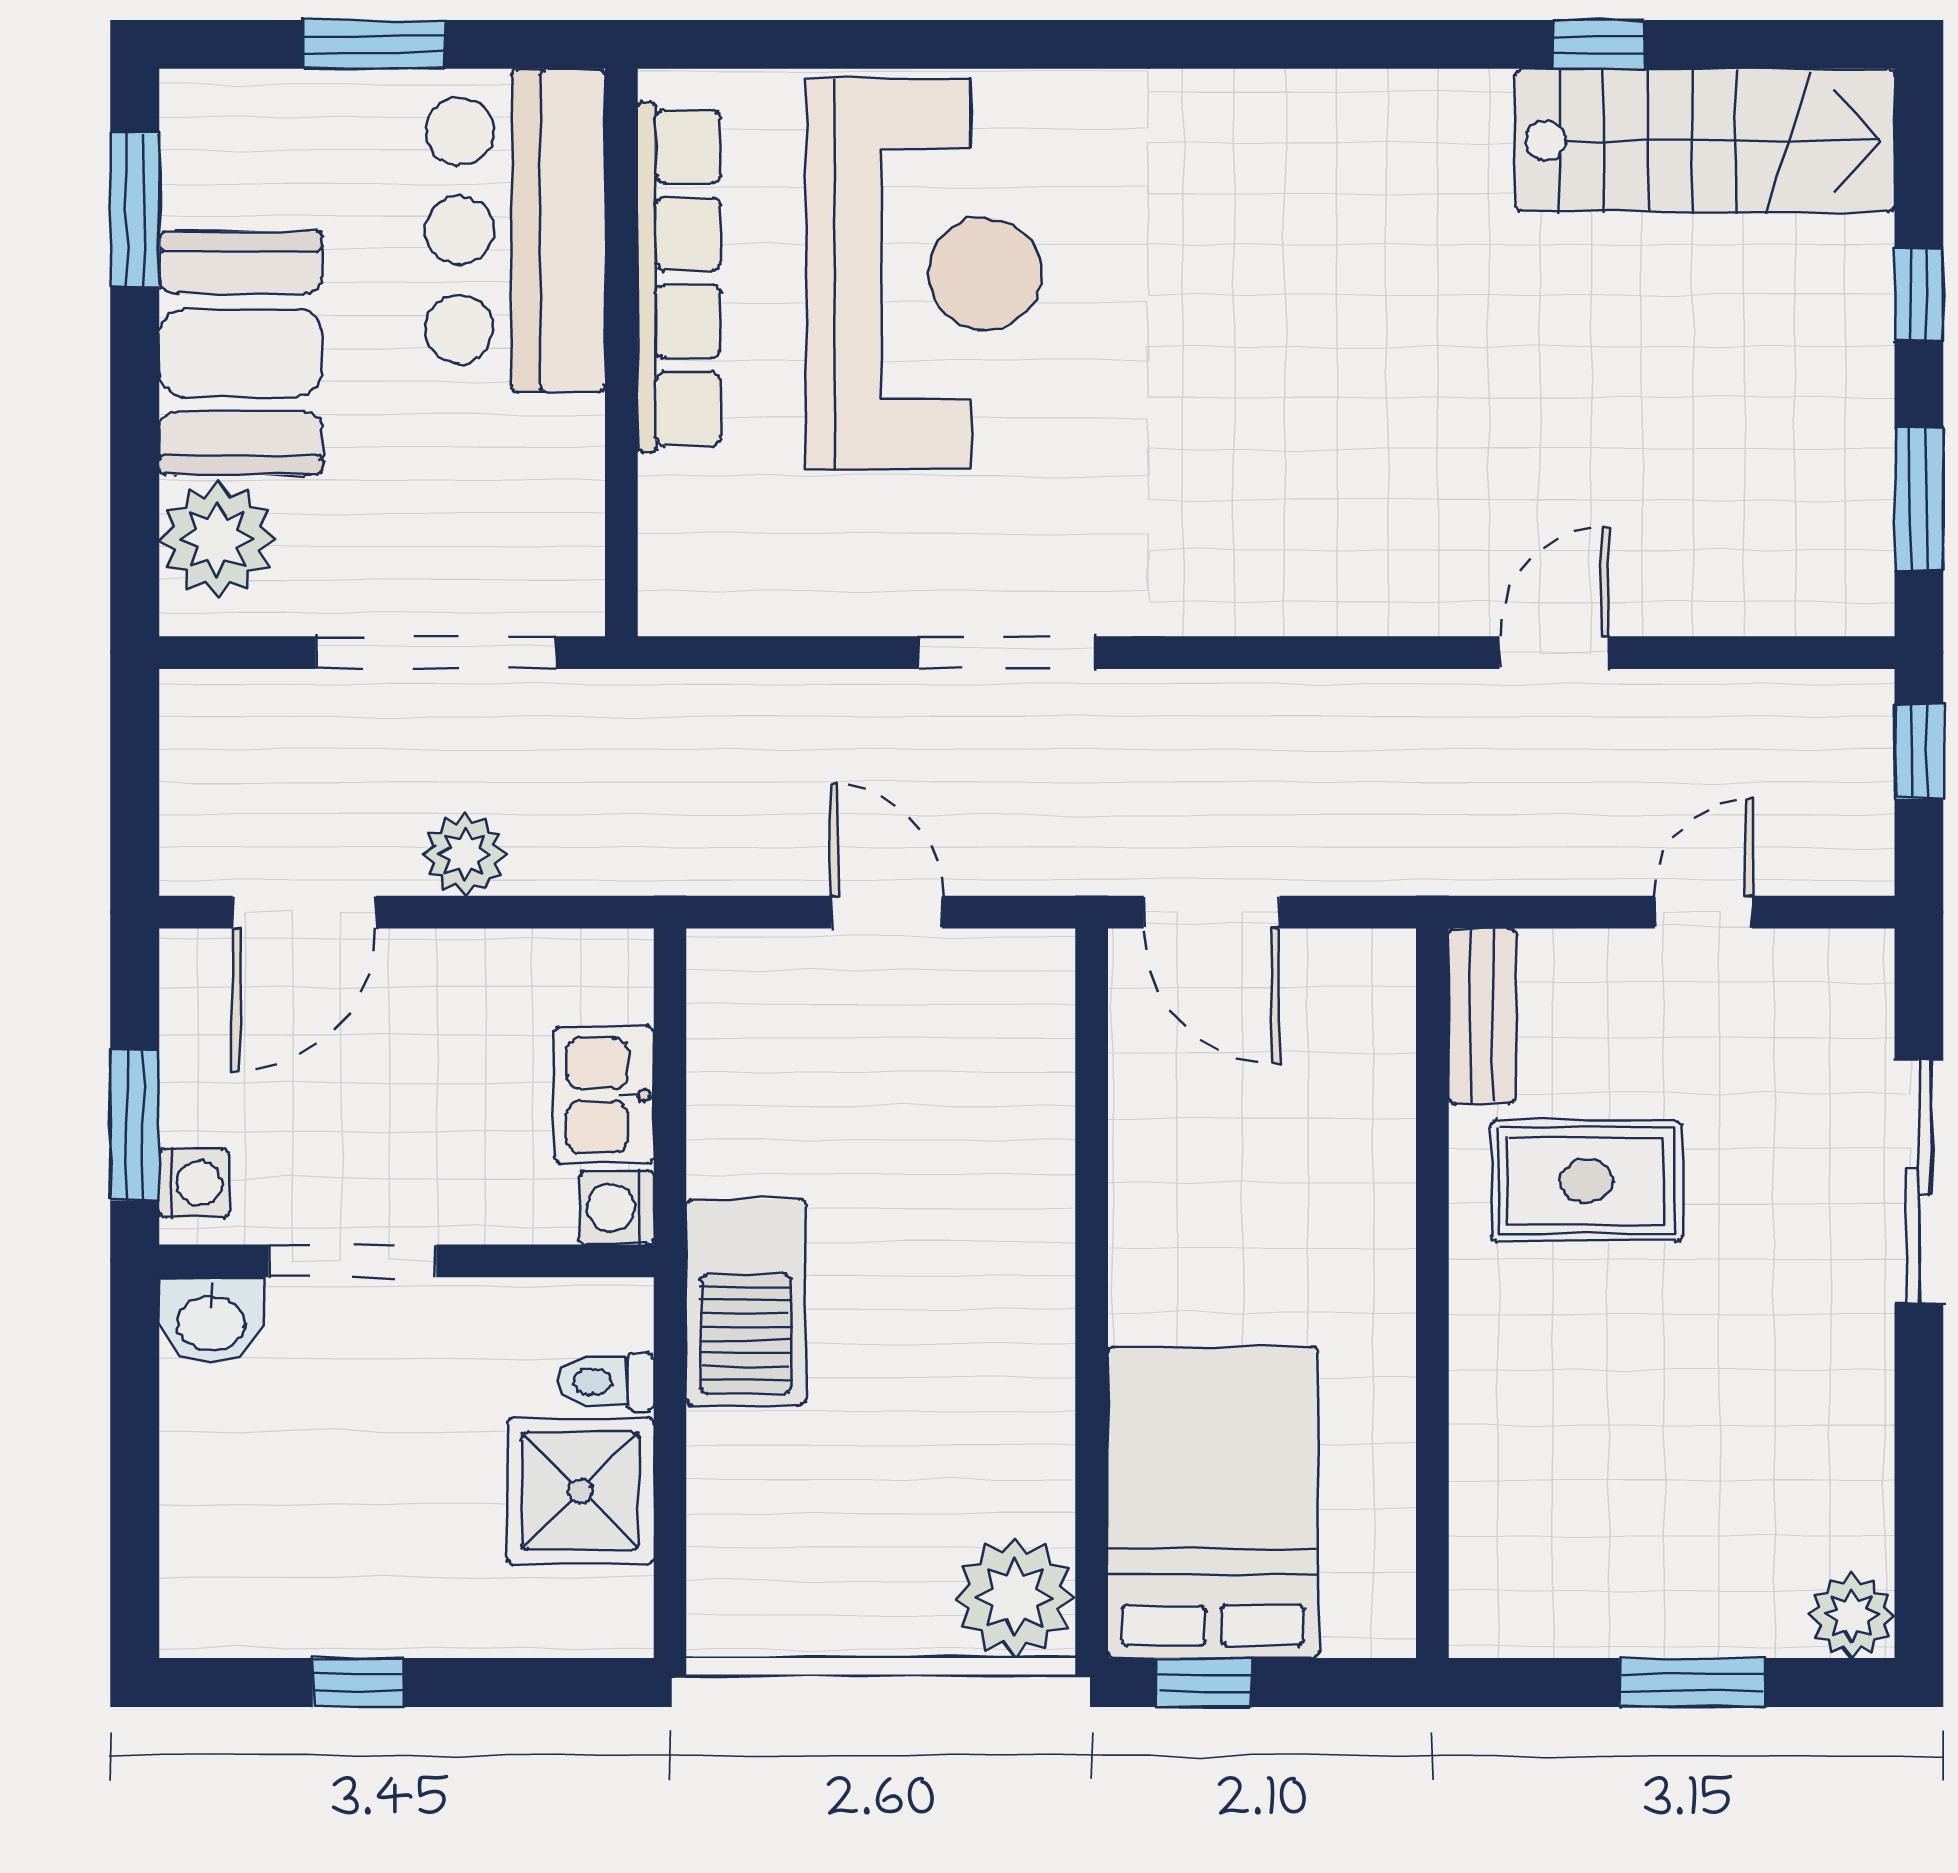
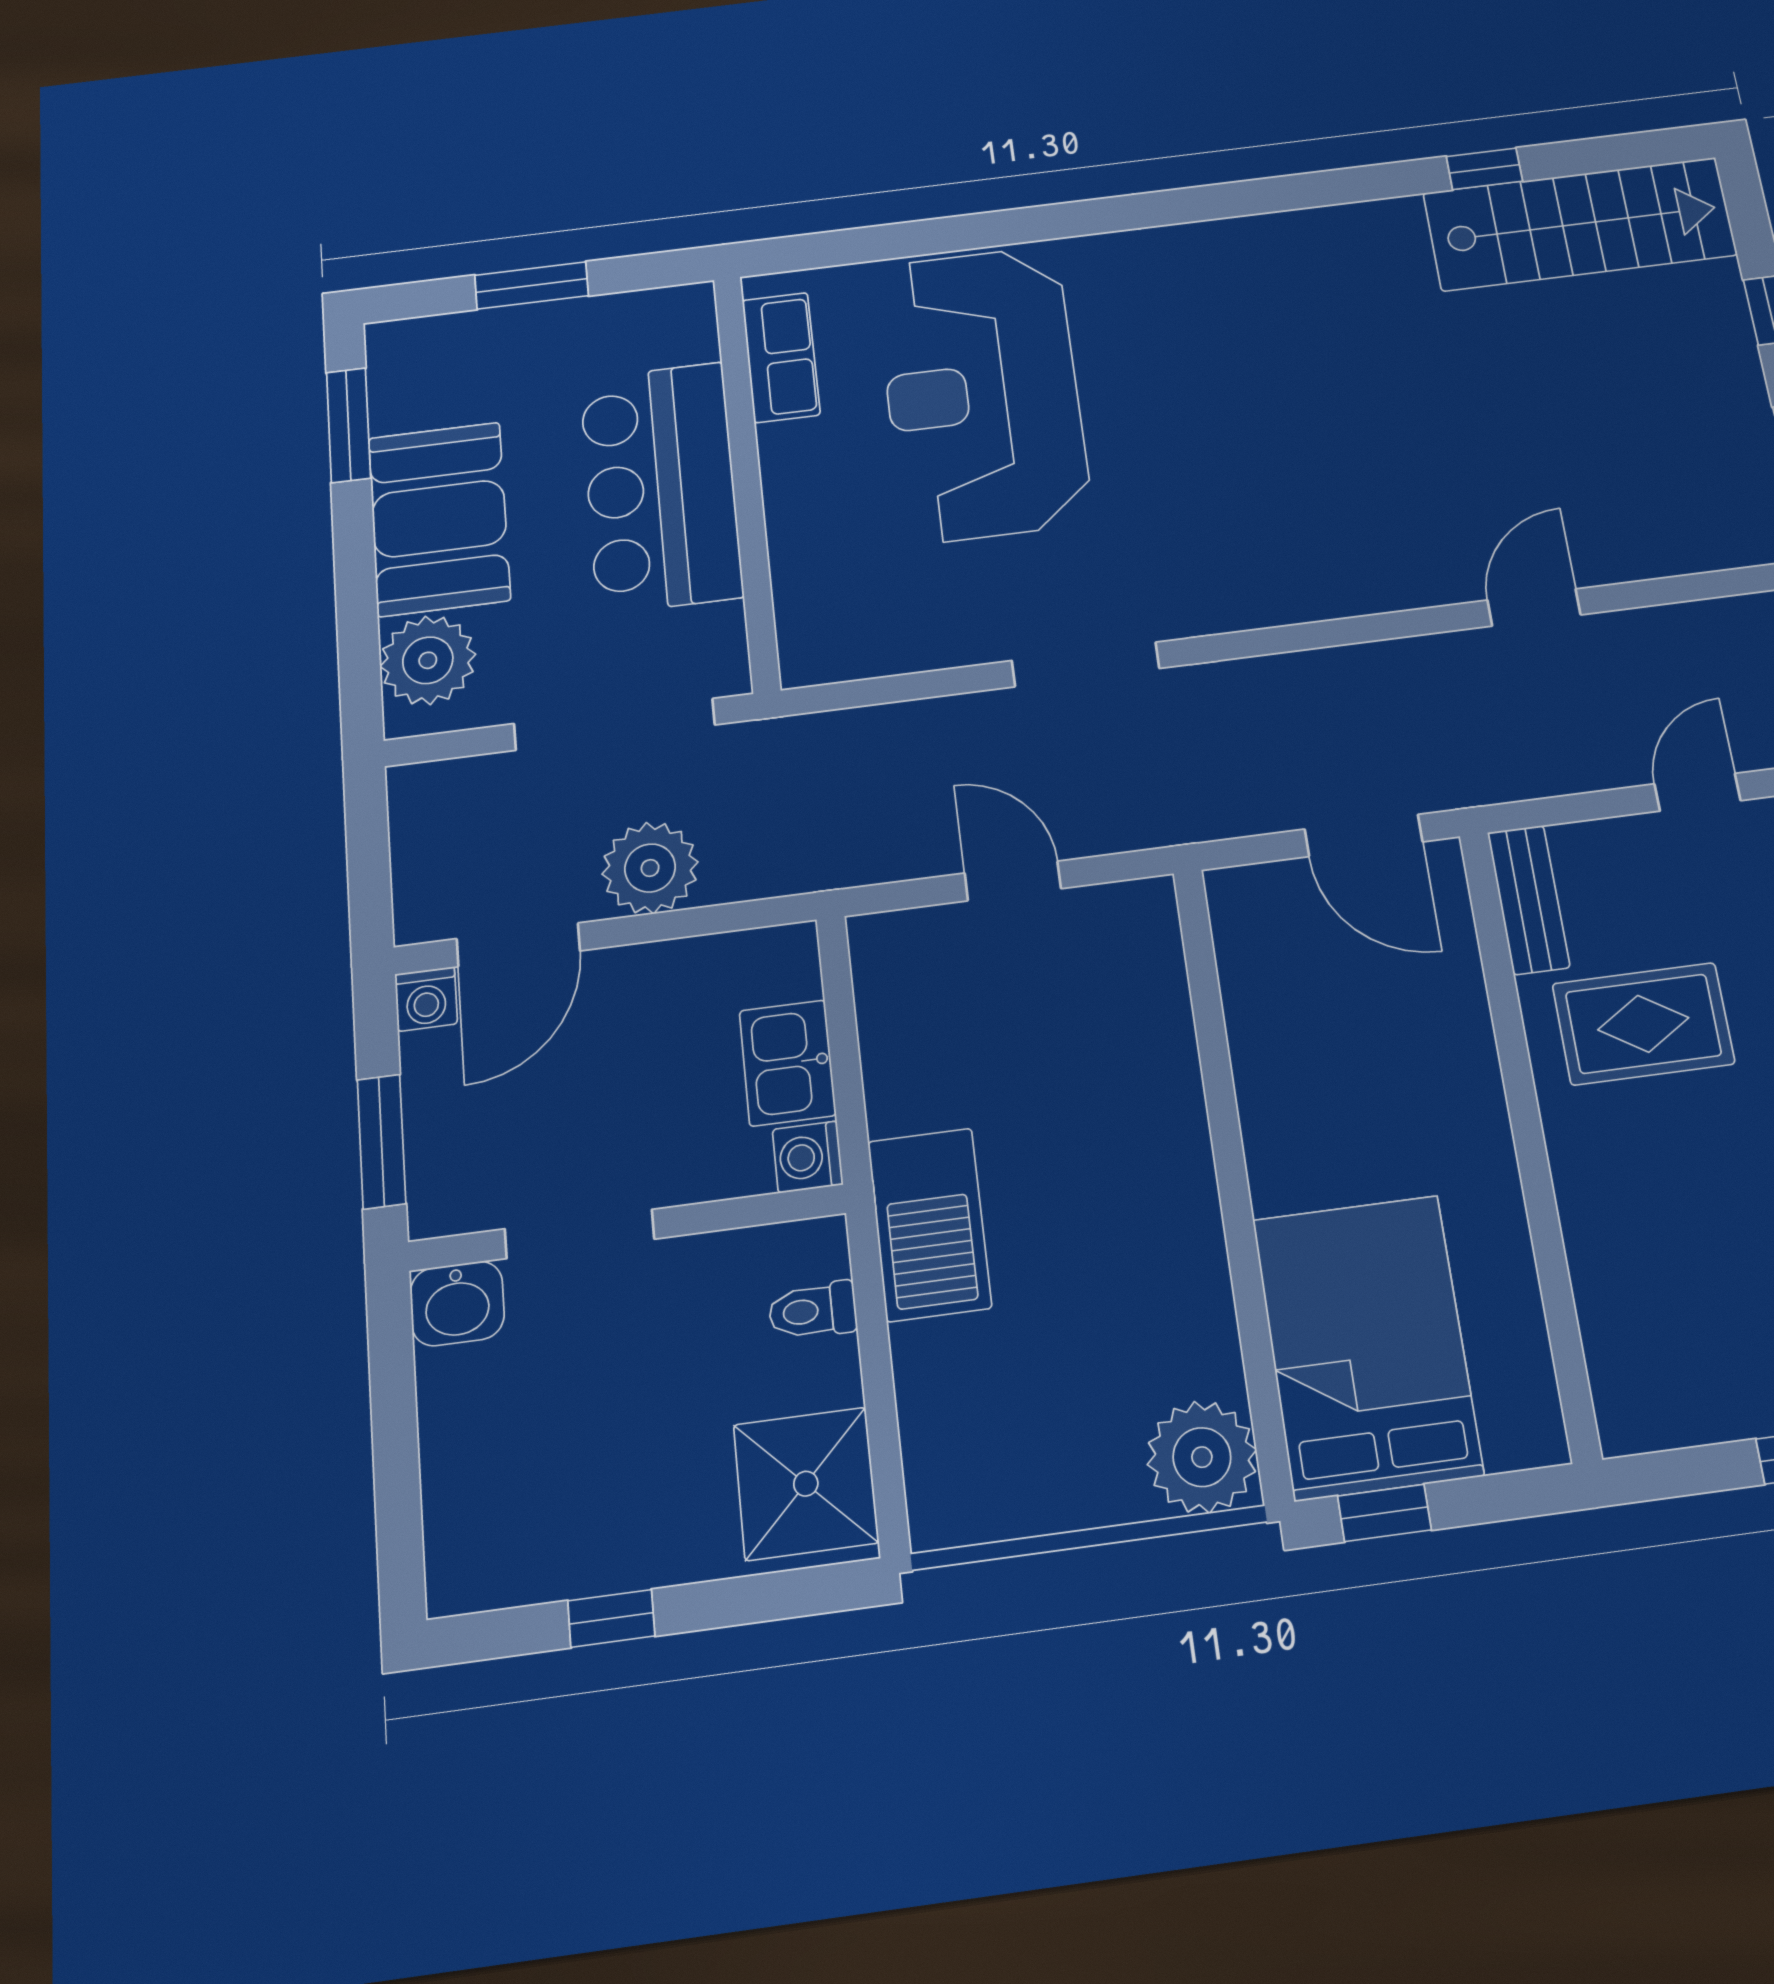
bar counter: (515, 230) -> (661, 487), moved
reception desk: (924, 274) -> (982, 393), turned 180
row of seats: (679, 278) -> (781, 357), width x0.50
plant: (465, 854) -> (650, 868), width x1.36, depth x1.36
door: (1212, 912) -> (1364, 835), moved
washing machine: (194, 1183) -> (426, 999), moved, turned 90
shower: (580, 1491) -> (806, 1484), moved

